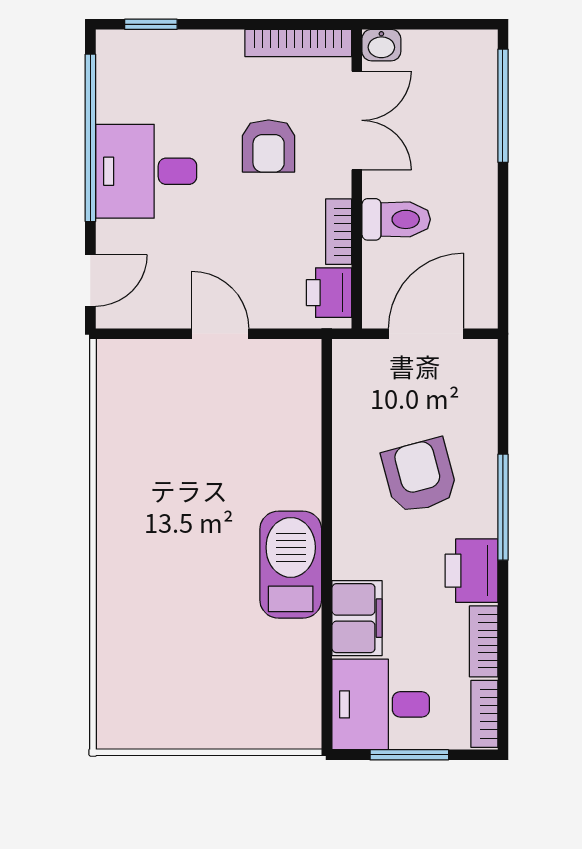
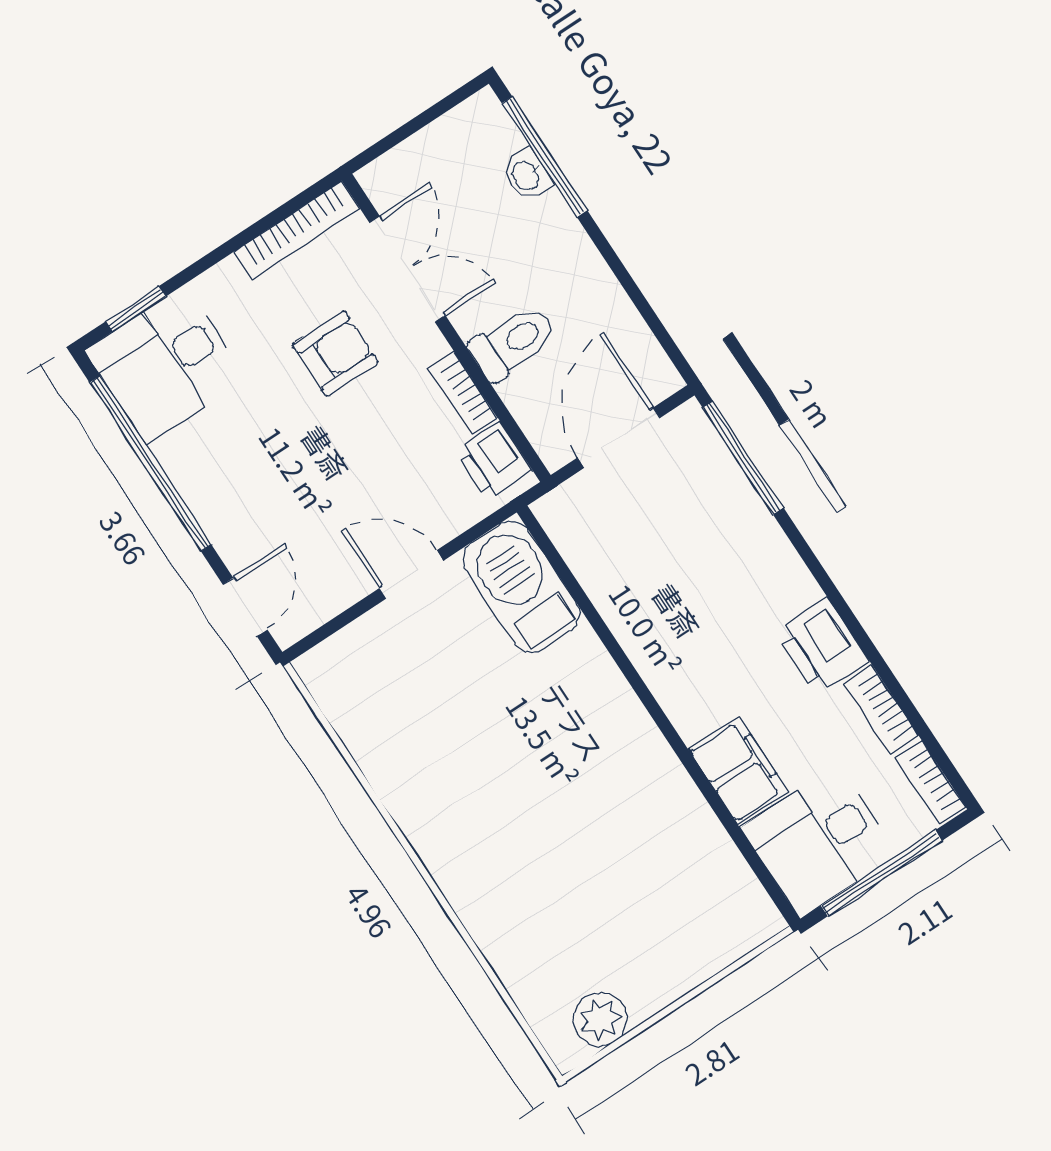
washbasin: (381, 45) -> (526, 175), moved, turned 90
armchair: (269, 146) -> (335, 353), turned -90
desk: (146, 171) -> (166, 364), moved
armchair: (420, 476) -> (707, 585), removed
window: (503, 507) -> (743, 458), moved
barbecue: (291, 565) -> (521, 587), moved
plant: (148, 727) -> (600, 1019), added
window: (409, 755) -> (882, 873), width x1.44

